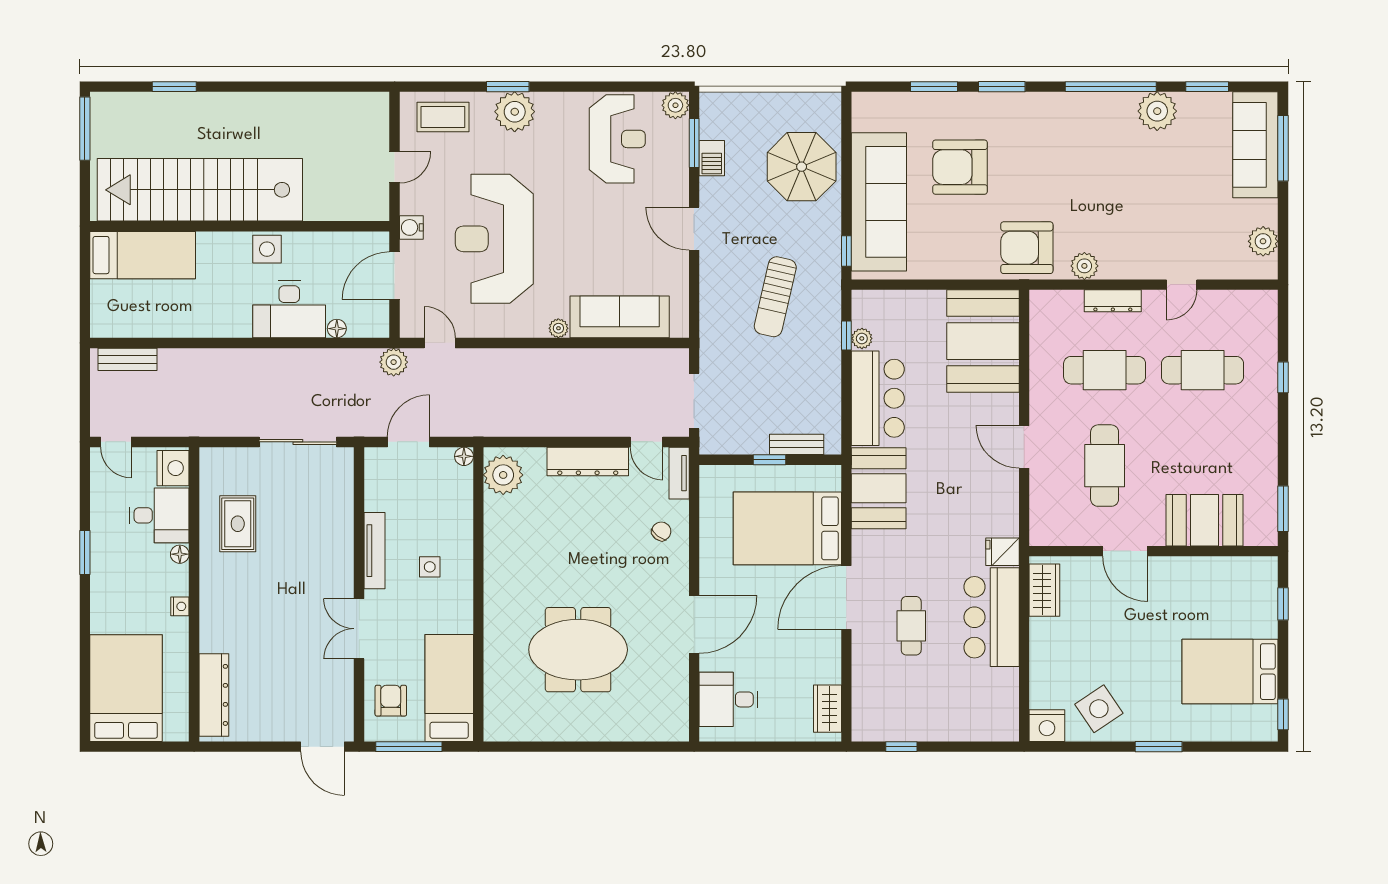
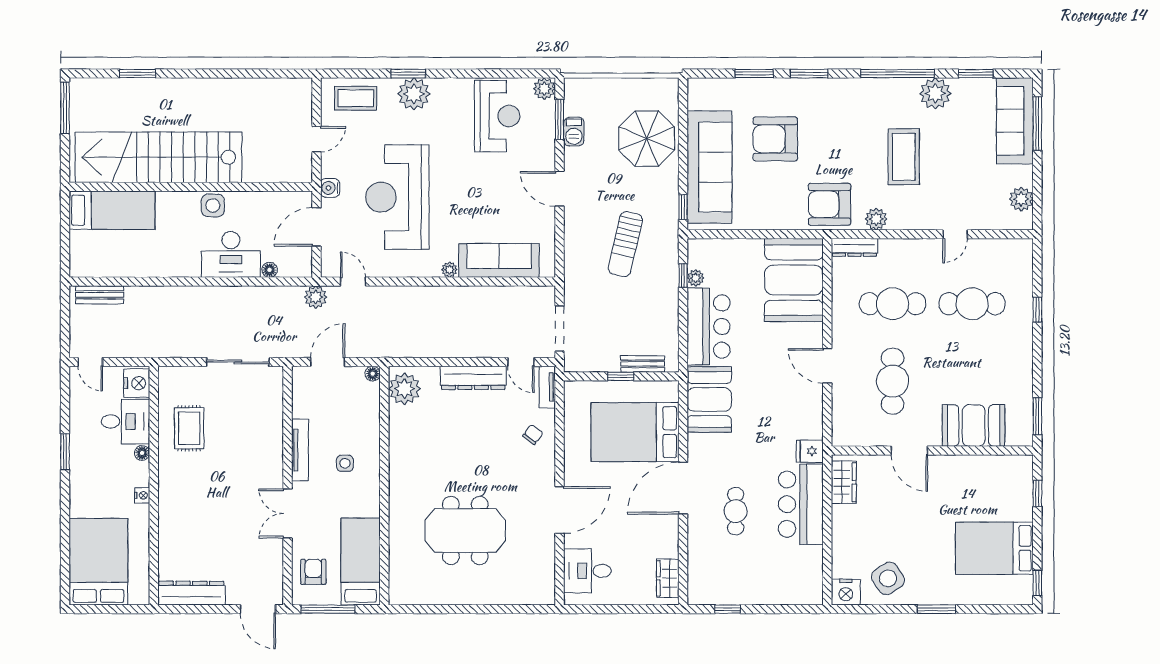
coffee table: (1118, 189) -> (904, 157), added
dresser: (1113, 301) -> (854, 247), moved
dresser: (214, 695) -> (191, 593), moved, turned -90

